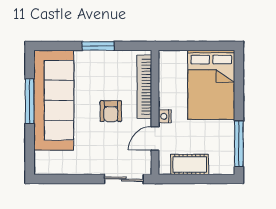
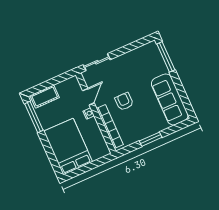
sofa: (54, 100) -> (170, 99), width x0.74, depth x0.79
window: (30, 101) -> (166, 57), moved
cot: (190, 164) -> (45, 97), moved

